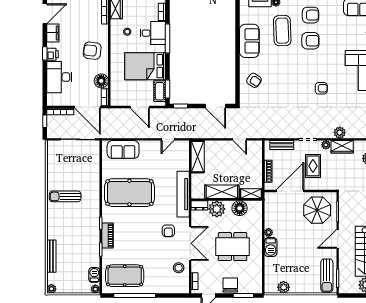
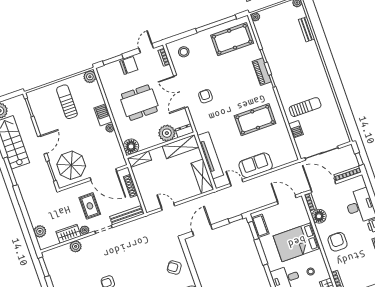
armchair: (92, 51) -> (338, 242), turned -97
bed: (145, 66) -> (297, 242), moved, turned 180
door: (215, 106) -> (202, 230), hinge flipped
door: (140, 107) -> (287, 200), moved
door: (168, 139) -> (237, 183), hinge flipped
bench: (282, 145) -> (126, 215), width x1.36
sofa: (123, 150) -> (256, 165), moved
door: (290, 191) -> (103, 174), hinge flipped
shelving: (222, 192) -> (181, 147), moved
pool table: (129, 193) -> (255, 120), width x0.73, depth x0.76
tv unit: (183, 194) -> (210, 155), moved
sun lounger: (65, 196) -> (305, 107), moved
floor lamp: (240, 208) -> (131, 146), moved
bench: (51, 256) -> (307, 29), width x0.73
stool: (179, 268) -> (184, 52), moved
barbecue: (94, 275) -> (296, 129), moved
sun lounger: (327, 276) -> (67, 102), moved
chair: (230, 285) -> (129, 65), turned -90
plant: (284, 287) -> (90, 77), moved

